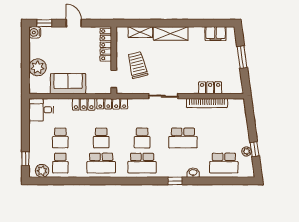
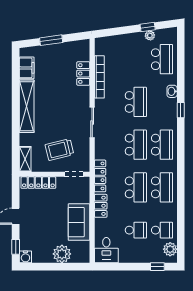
shelving: (140, 32) -> (25, 159), moved
shelving: (171, 34) -> (27, 106), width x1.47
school desk: (101, 138) -> (136, 187), width x1.85
school desk: (142, 138) -> (136, 145), width x1.85

